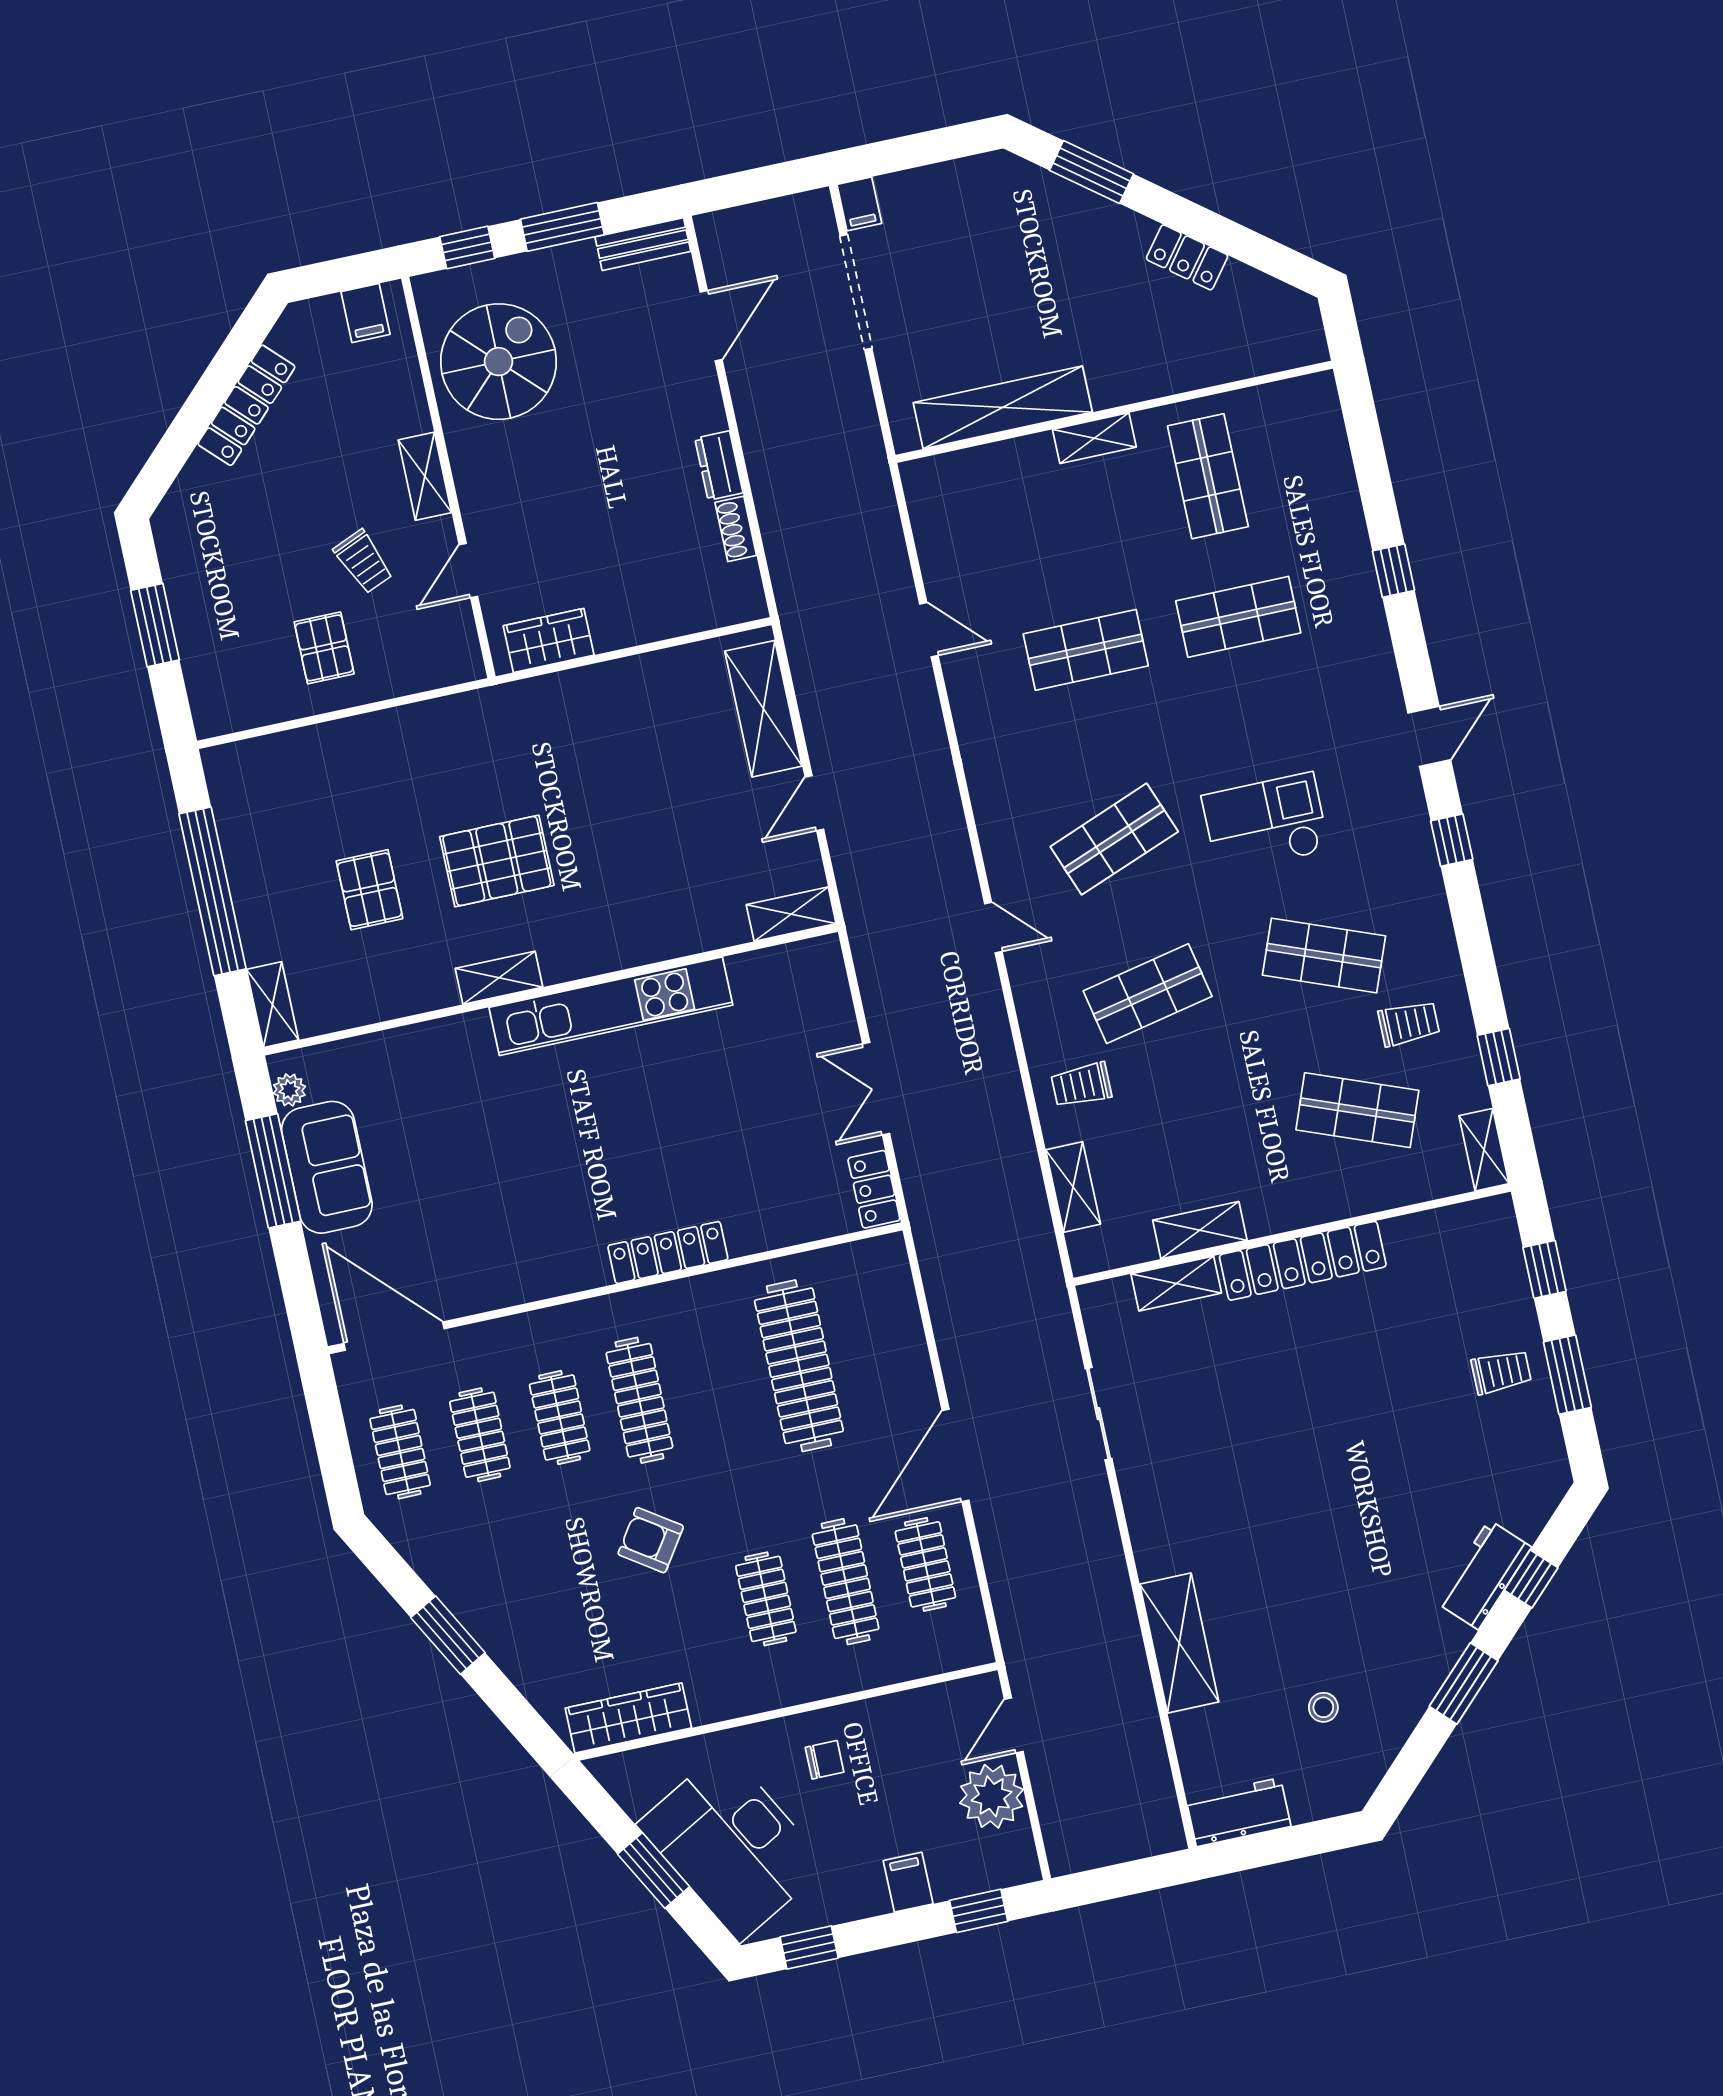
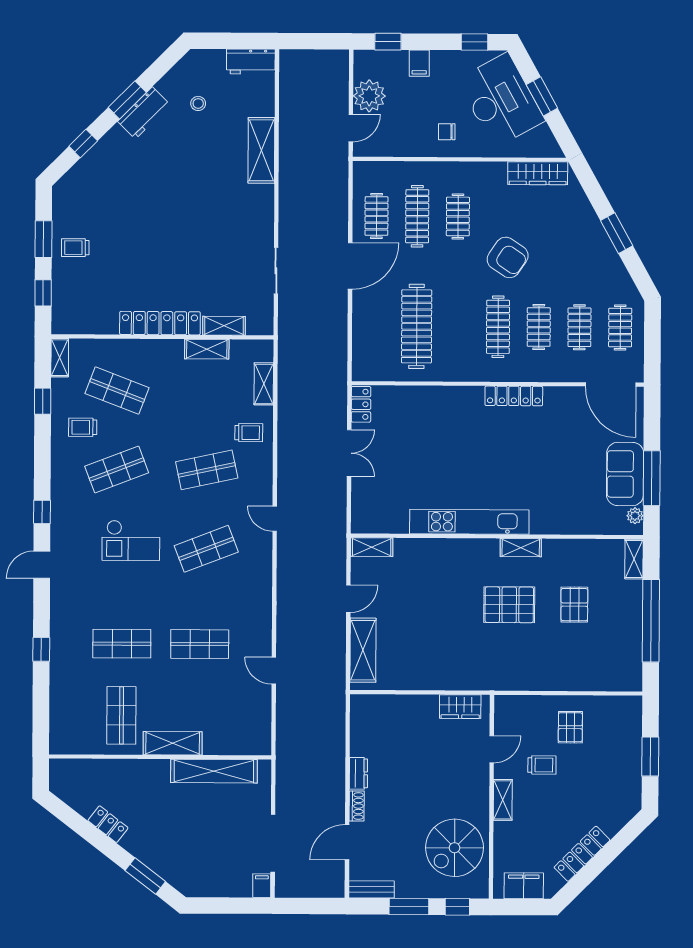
filing cabinet: (366, 313) -> (524, 886), width x2.00
shelving: (1094, 438) -> (173, 743), width x1.50, depth x1.33
shoe rack: (736, 529) -> (357, 806), moved
trolley: (363, 562) -> (542, 765), turned 113
shop shelf: (1324, 956) -> (117, 469), turned -42
locker: (668, 1253) -> (514, 396), moved
armchair: (651, 1540) -> (508, 257), width x1.38, depth x1.38
workbench: (1484, 1575) -> (144, 113), moved

